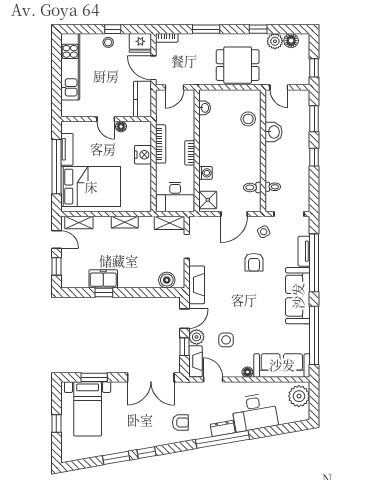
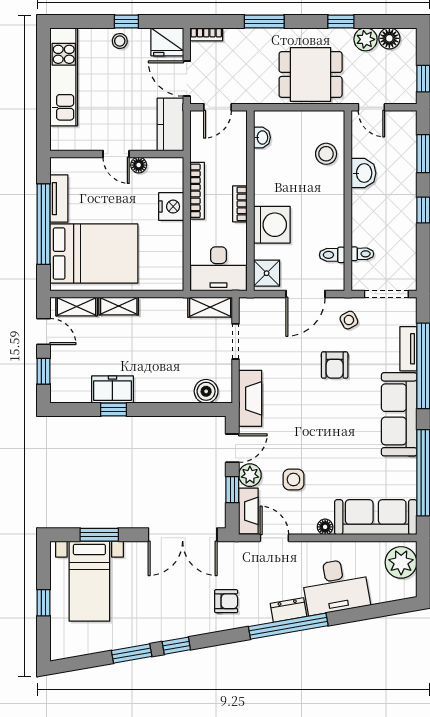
washing machine: (205, 173) -> (272, 225), width x1.89, depth x1.89
shelving: (125, 222) -> (119, 306), moved

